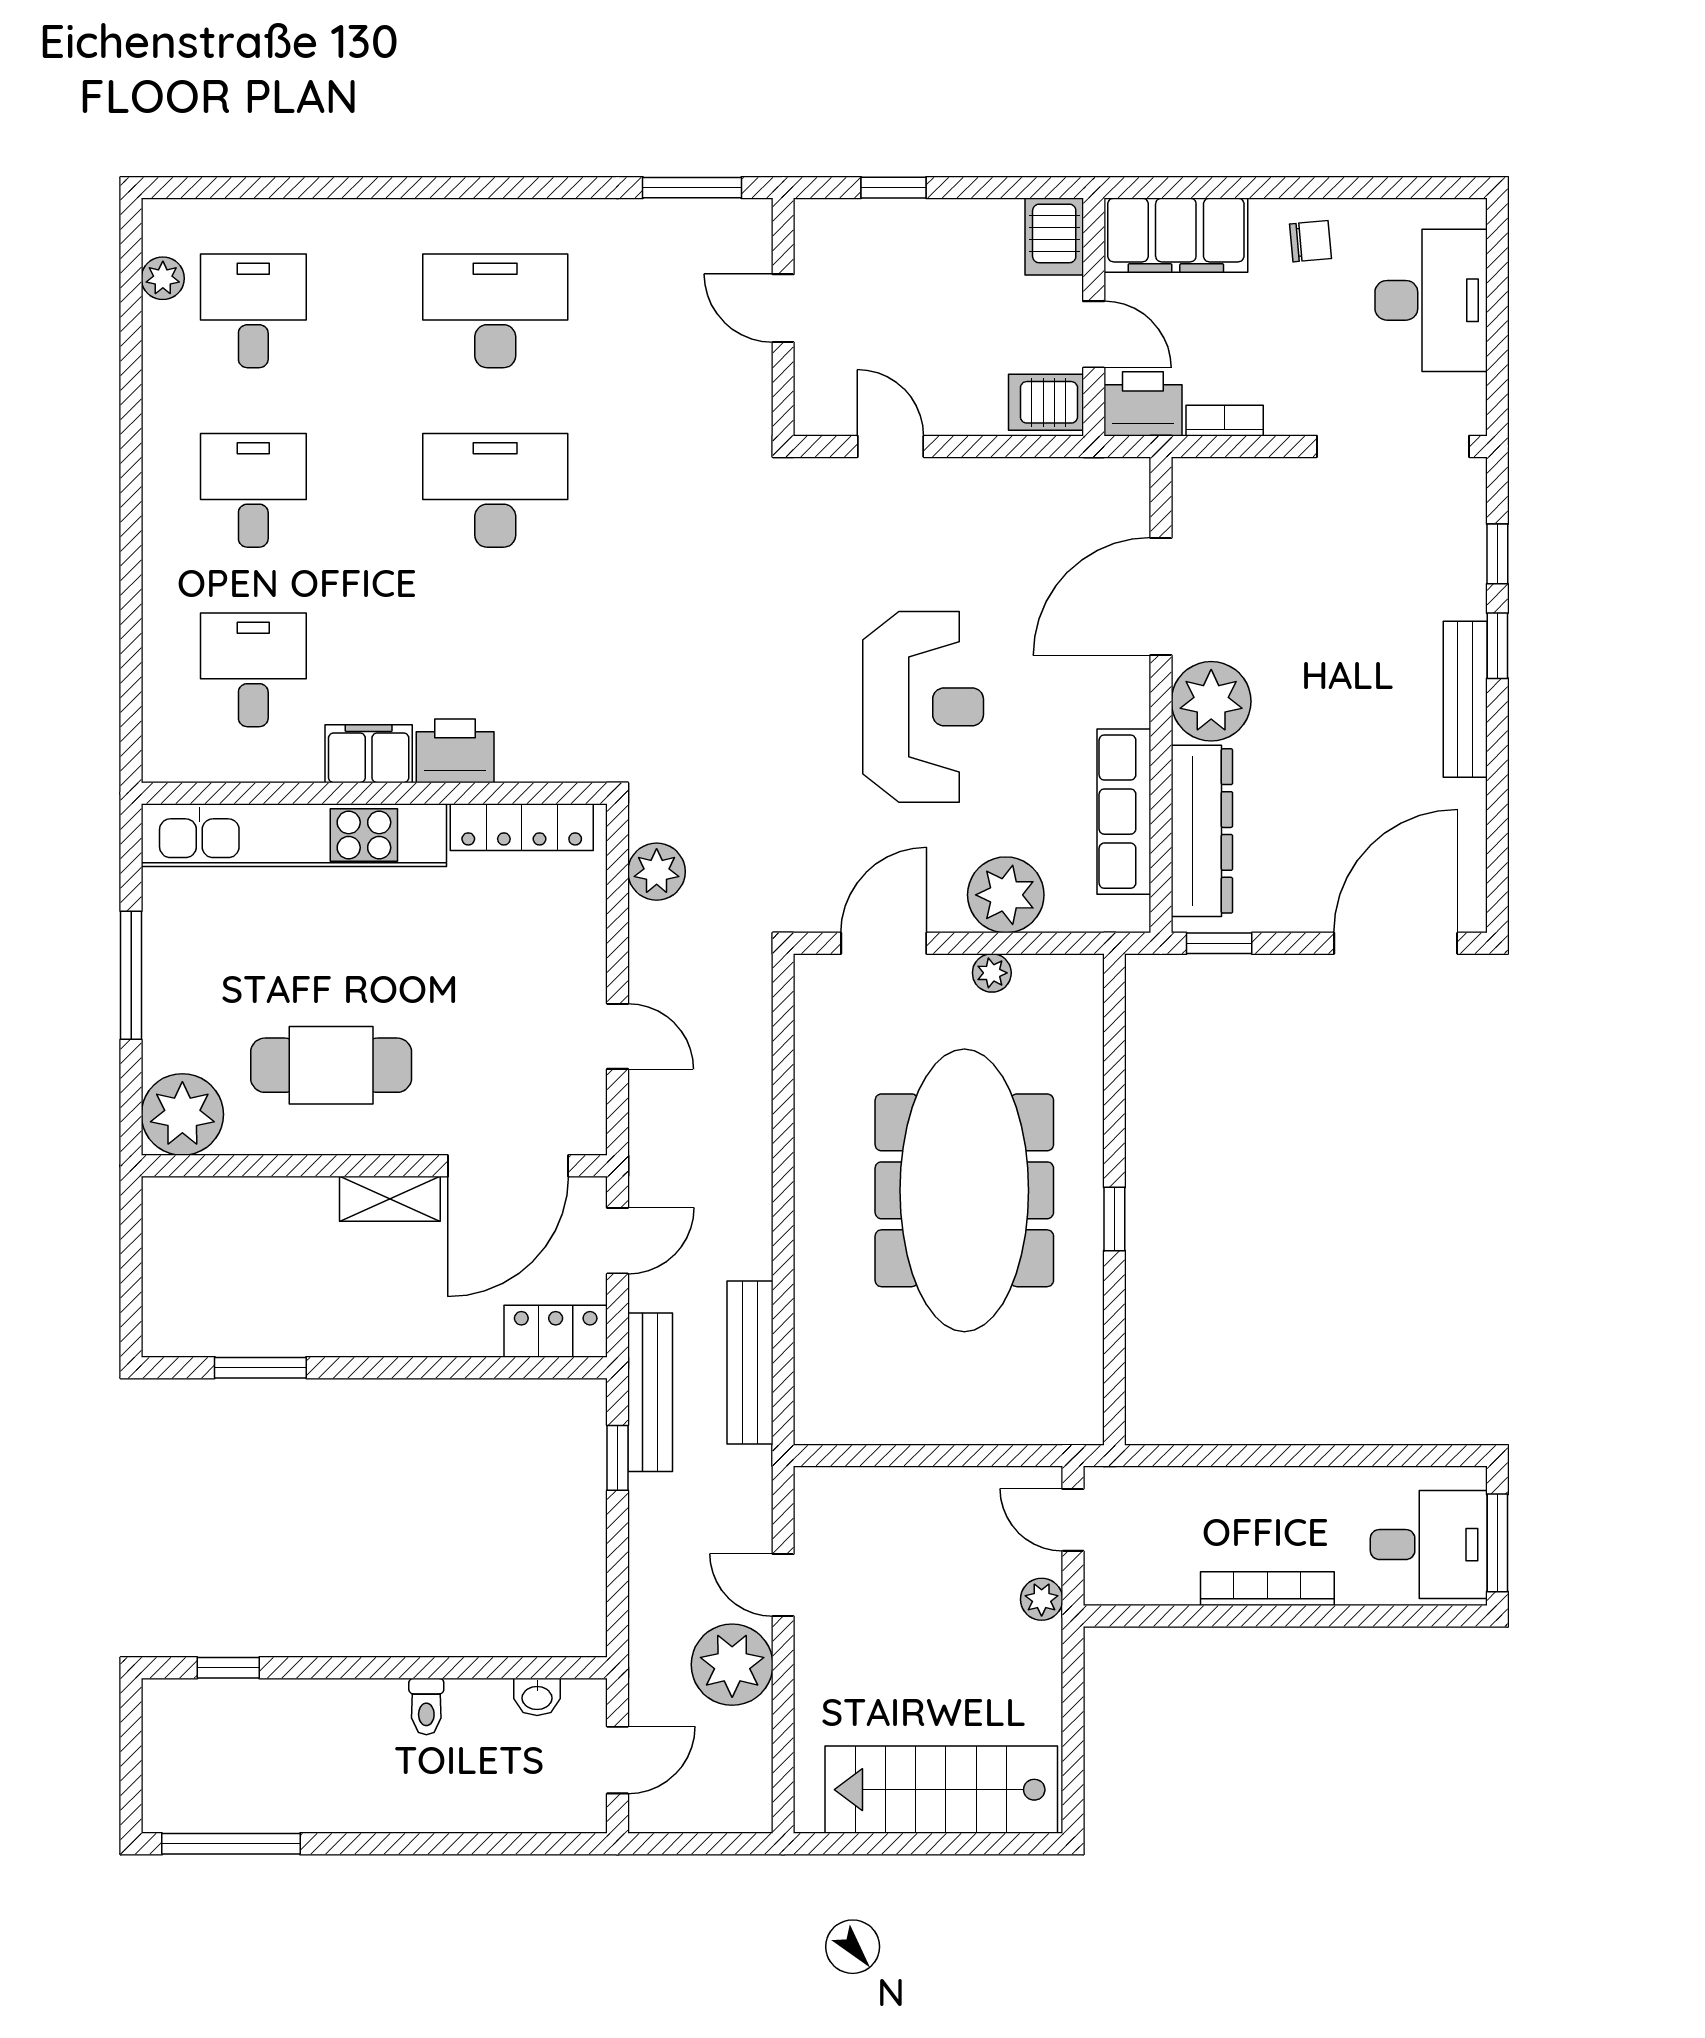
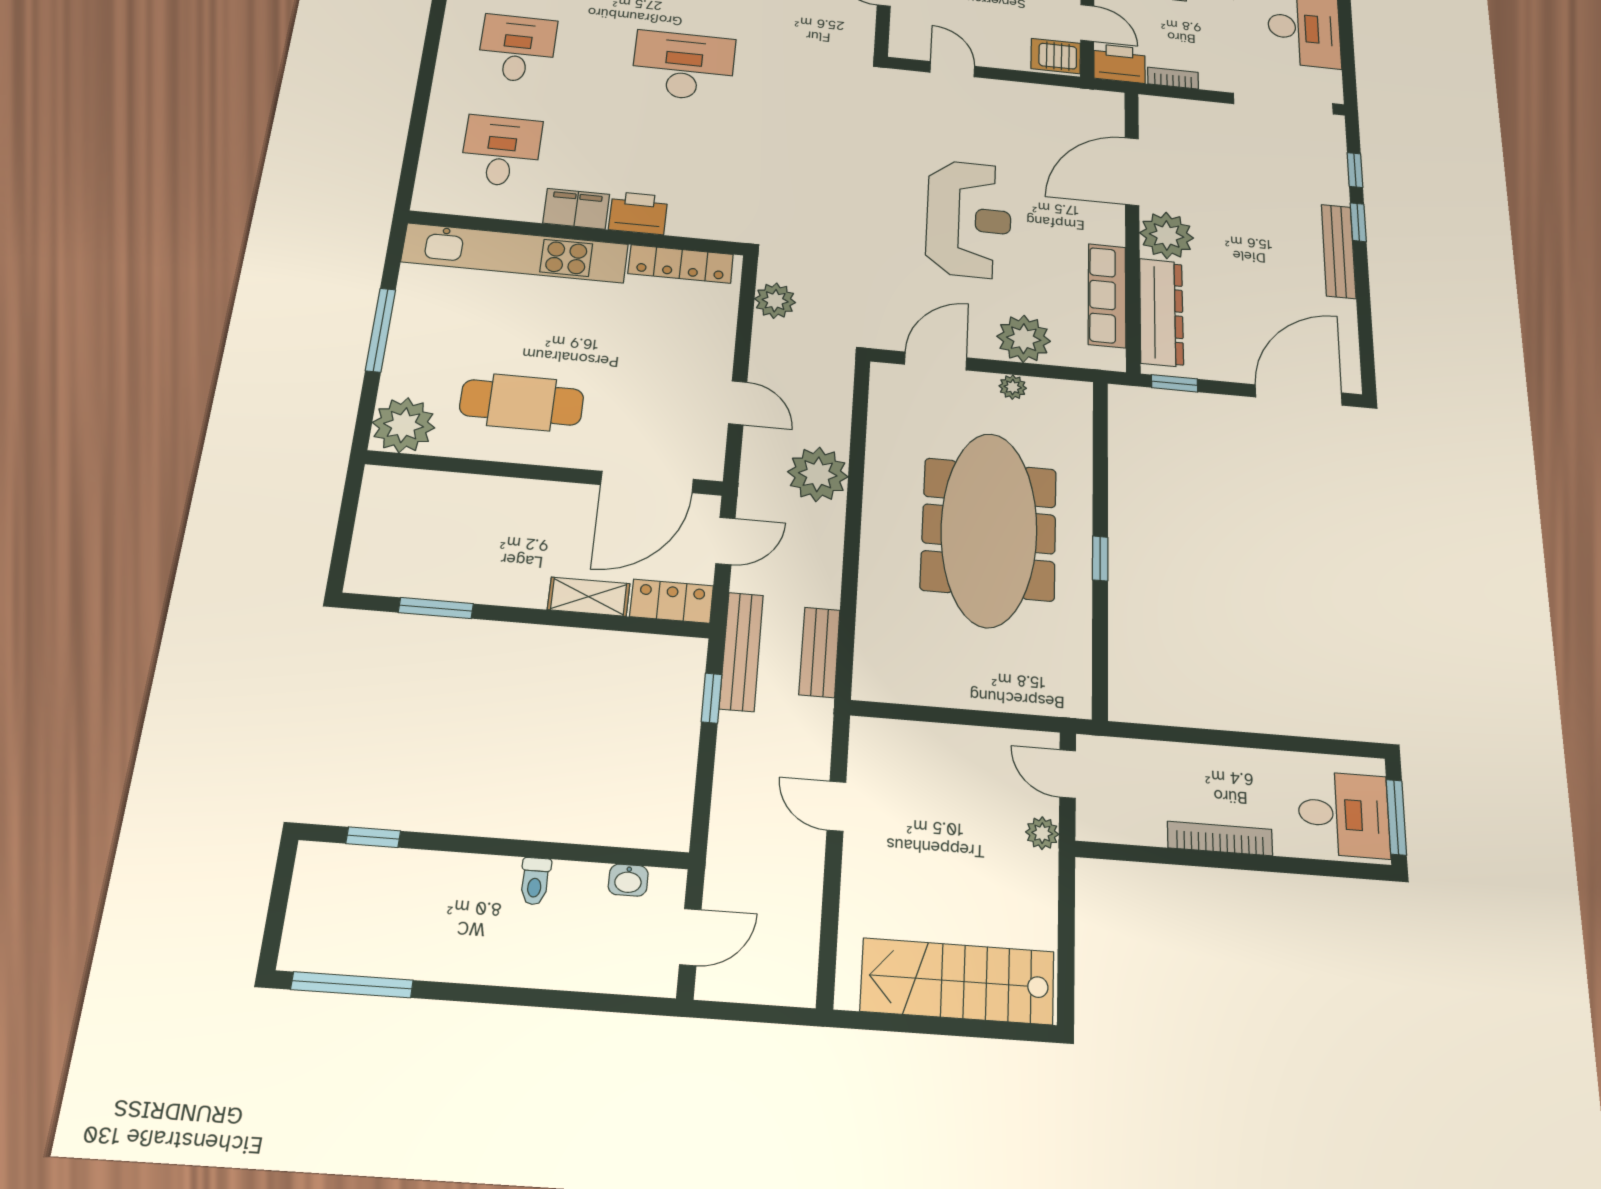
shelving: (390, 1199) -> (589, 597), moved
bench: (750, 1362) -> (820, 652), width x0.73
plant: (732, 1665) -> (818, 474), moved

